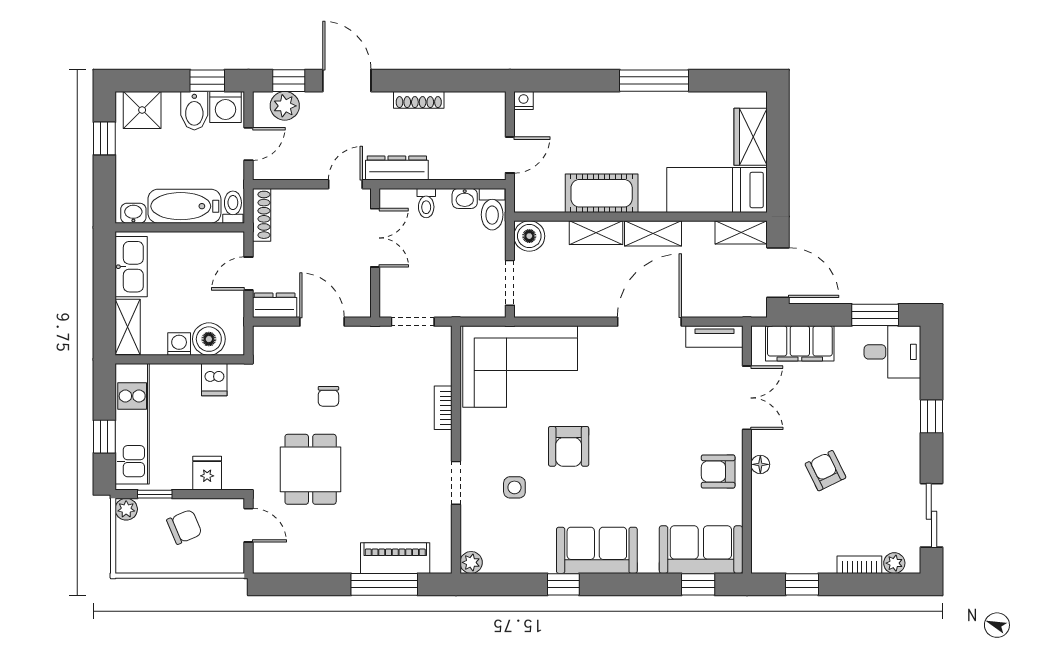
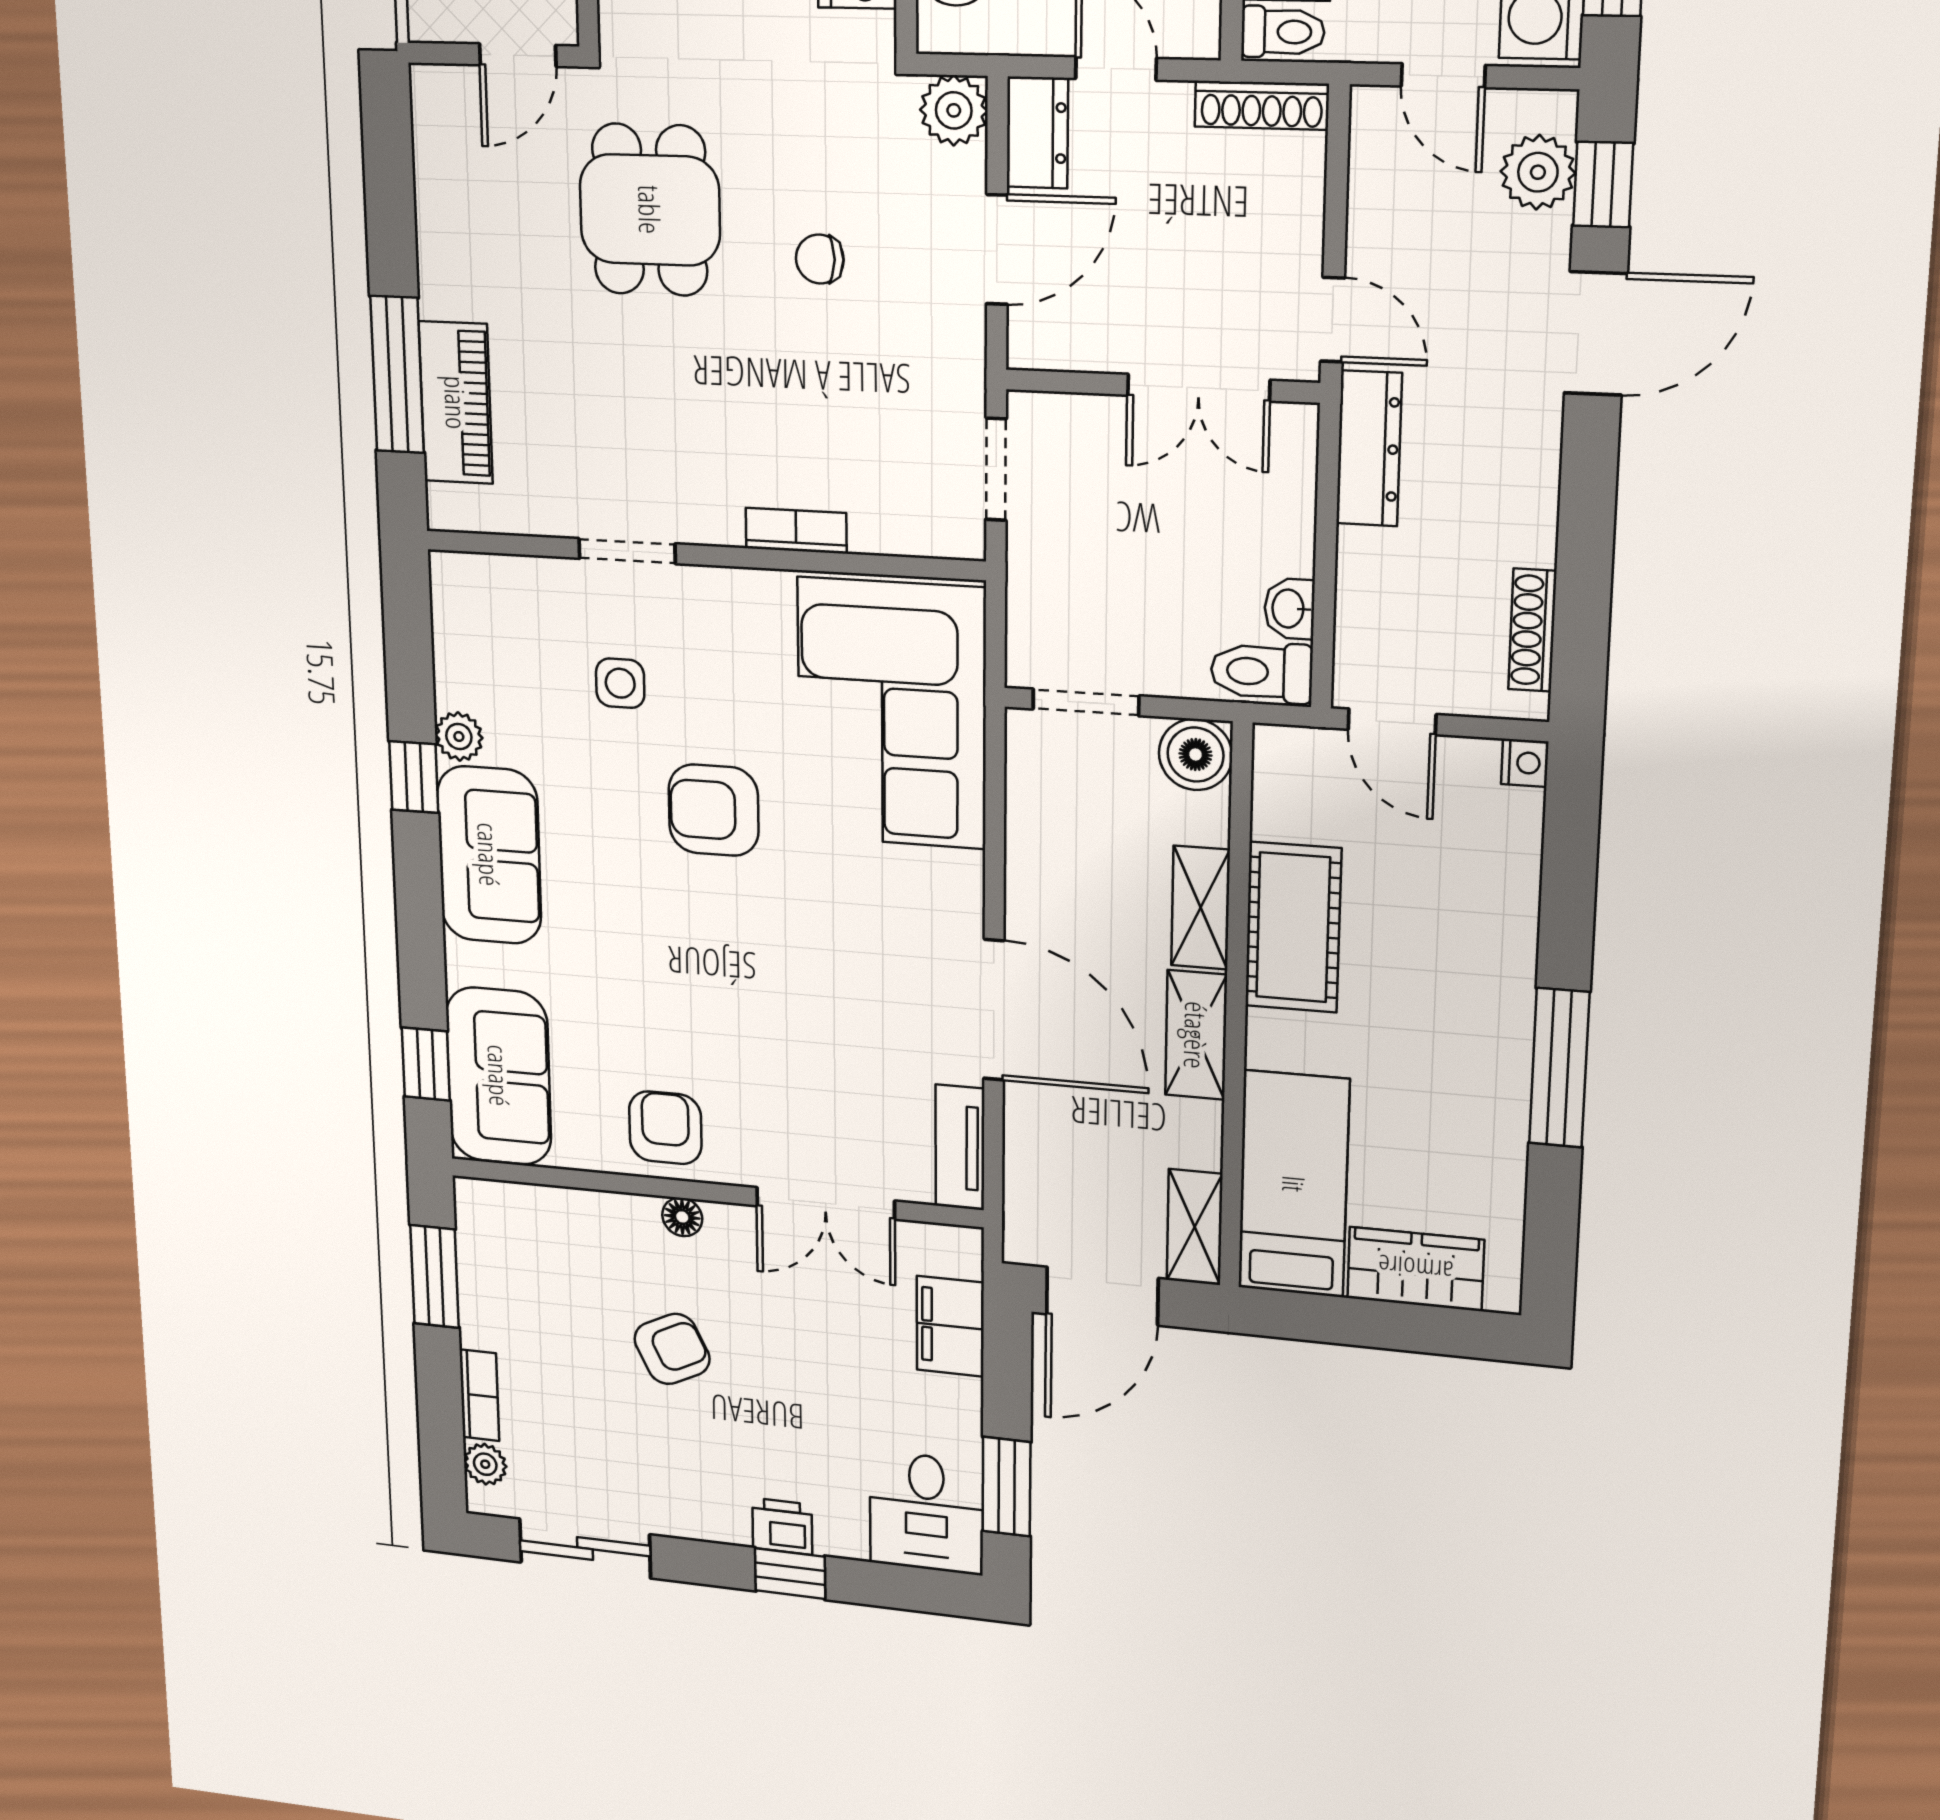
shoe rack: (419, 100) -> (1532, 630), moved
toilet: (426, 203) -> (1280, 516), removed
plant: (267, 340) -> (954, 110), added
filing cabinet: (800, 343) -> (950, 1326), width x0.67, depth x0.86
printer: (908, 420) -> (782, 1526), added
dining table: (311, 469) -> (650, 210), turned 90
plant: (471, 562) -> (459, 737), moved
window: (802, 584) -> (435, 1276), width x1.50

